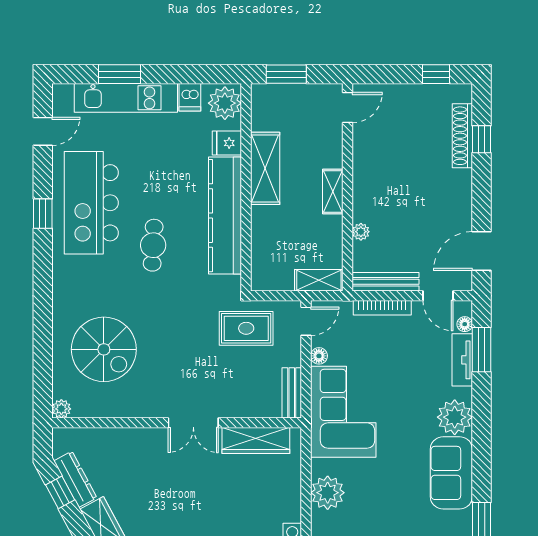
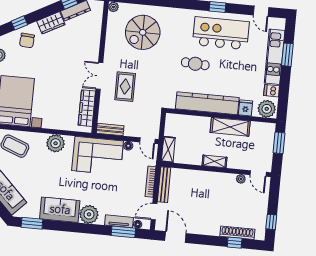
plant: (361, 232) -> (241, 179), moved
rug: (246, 328) -> (125, 87), moved

